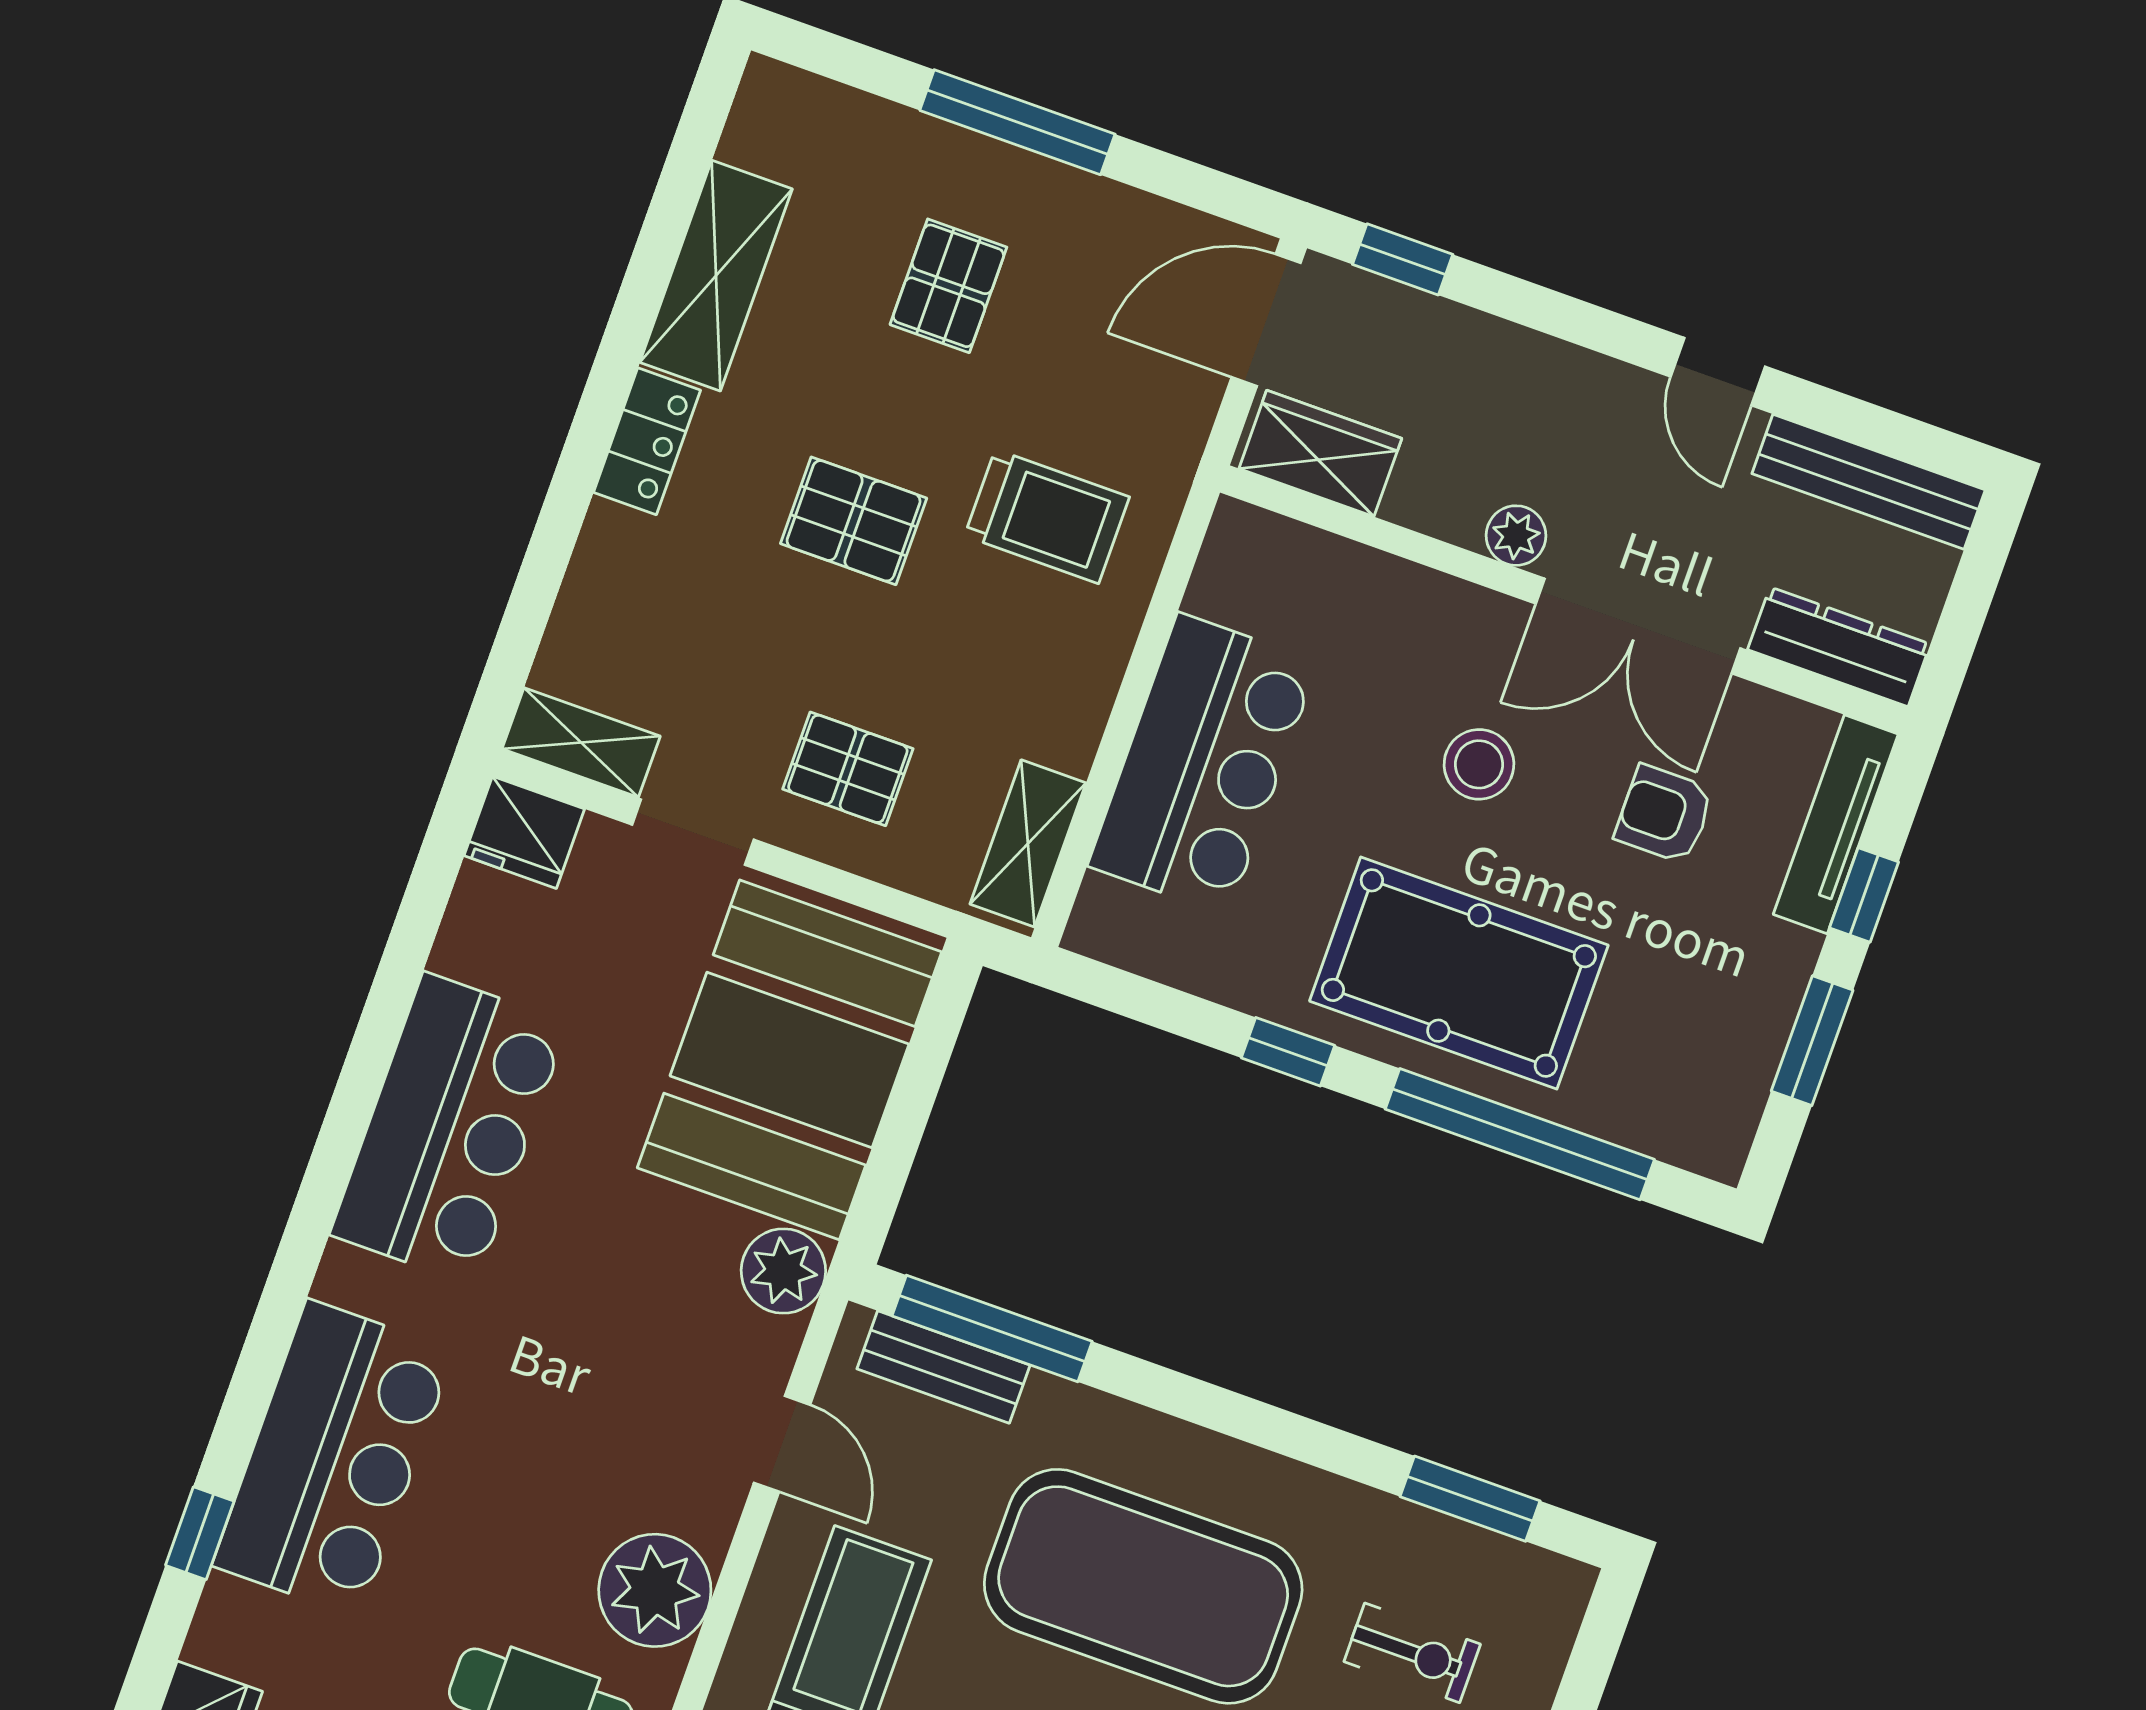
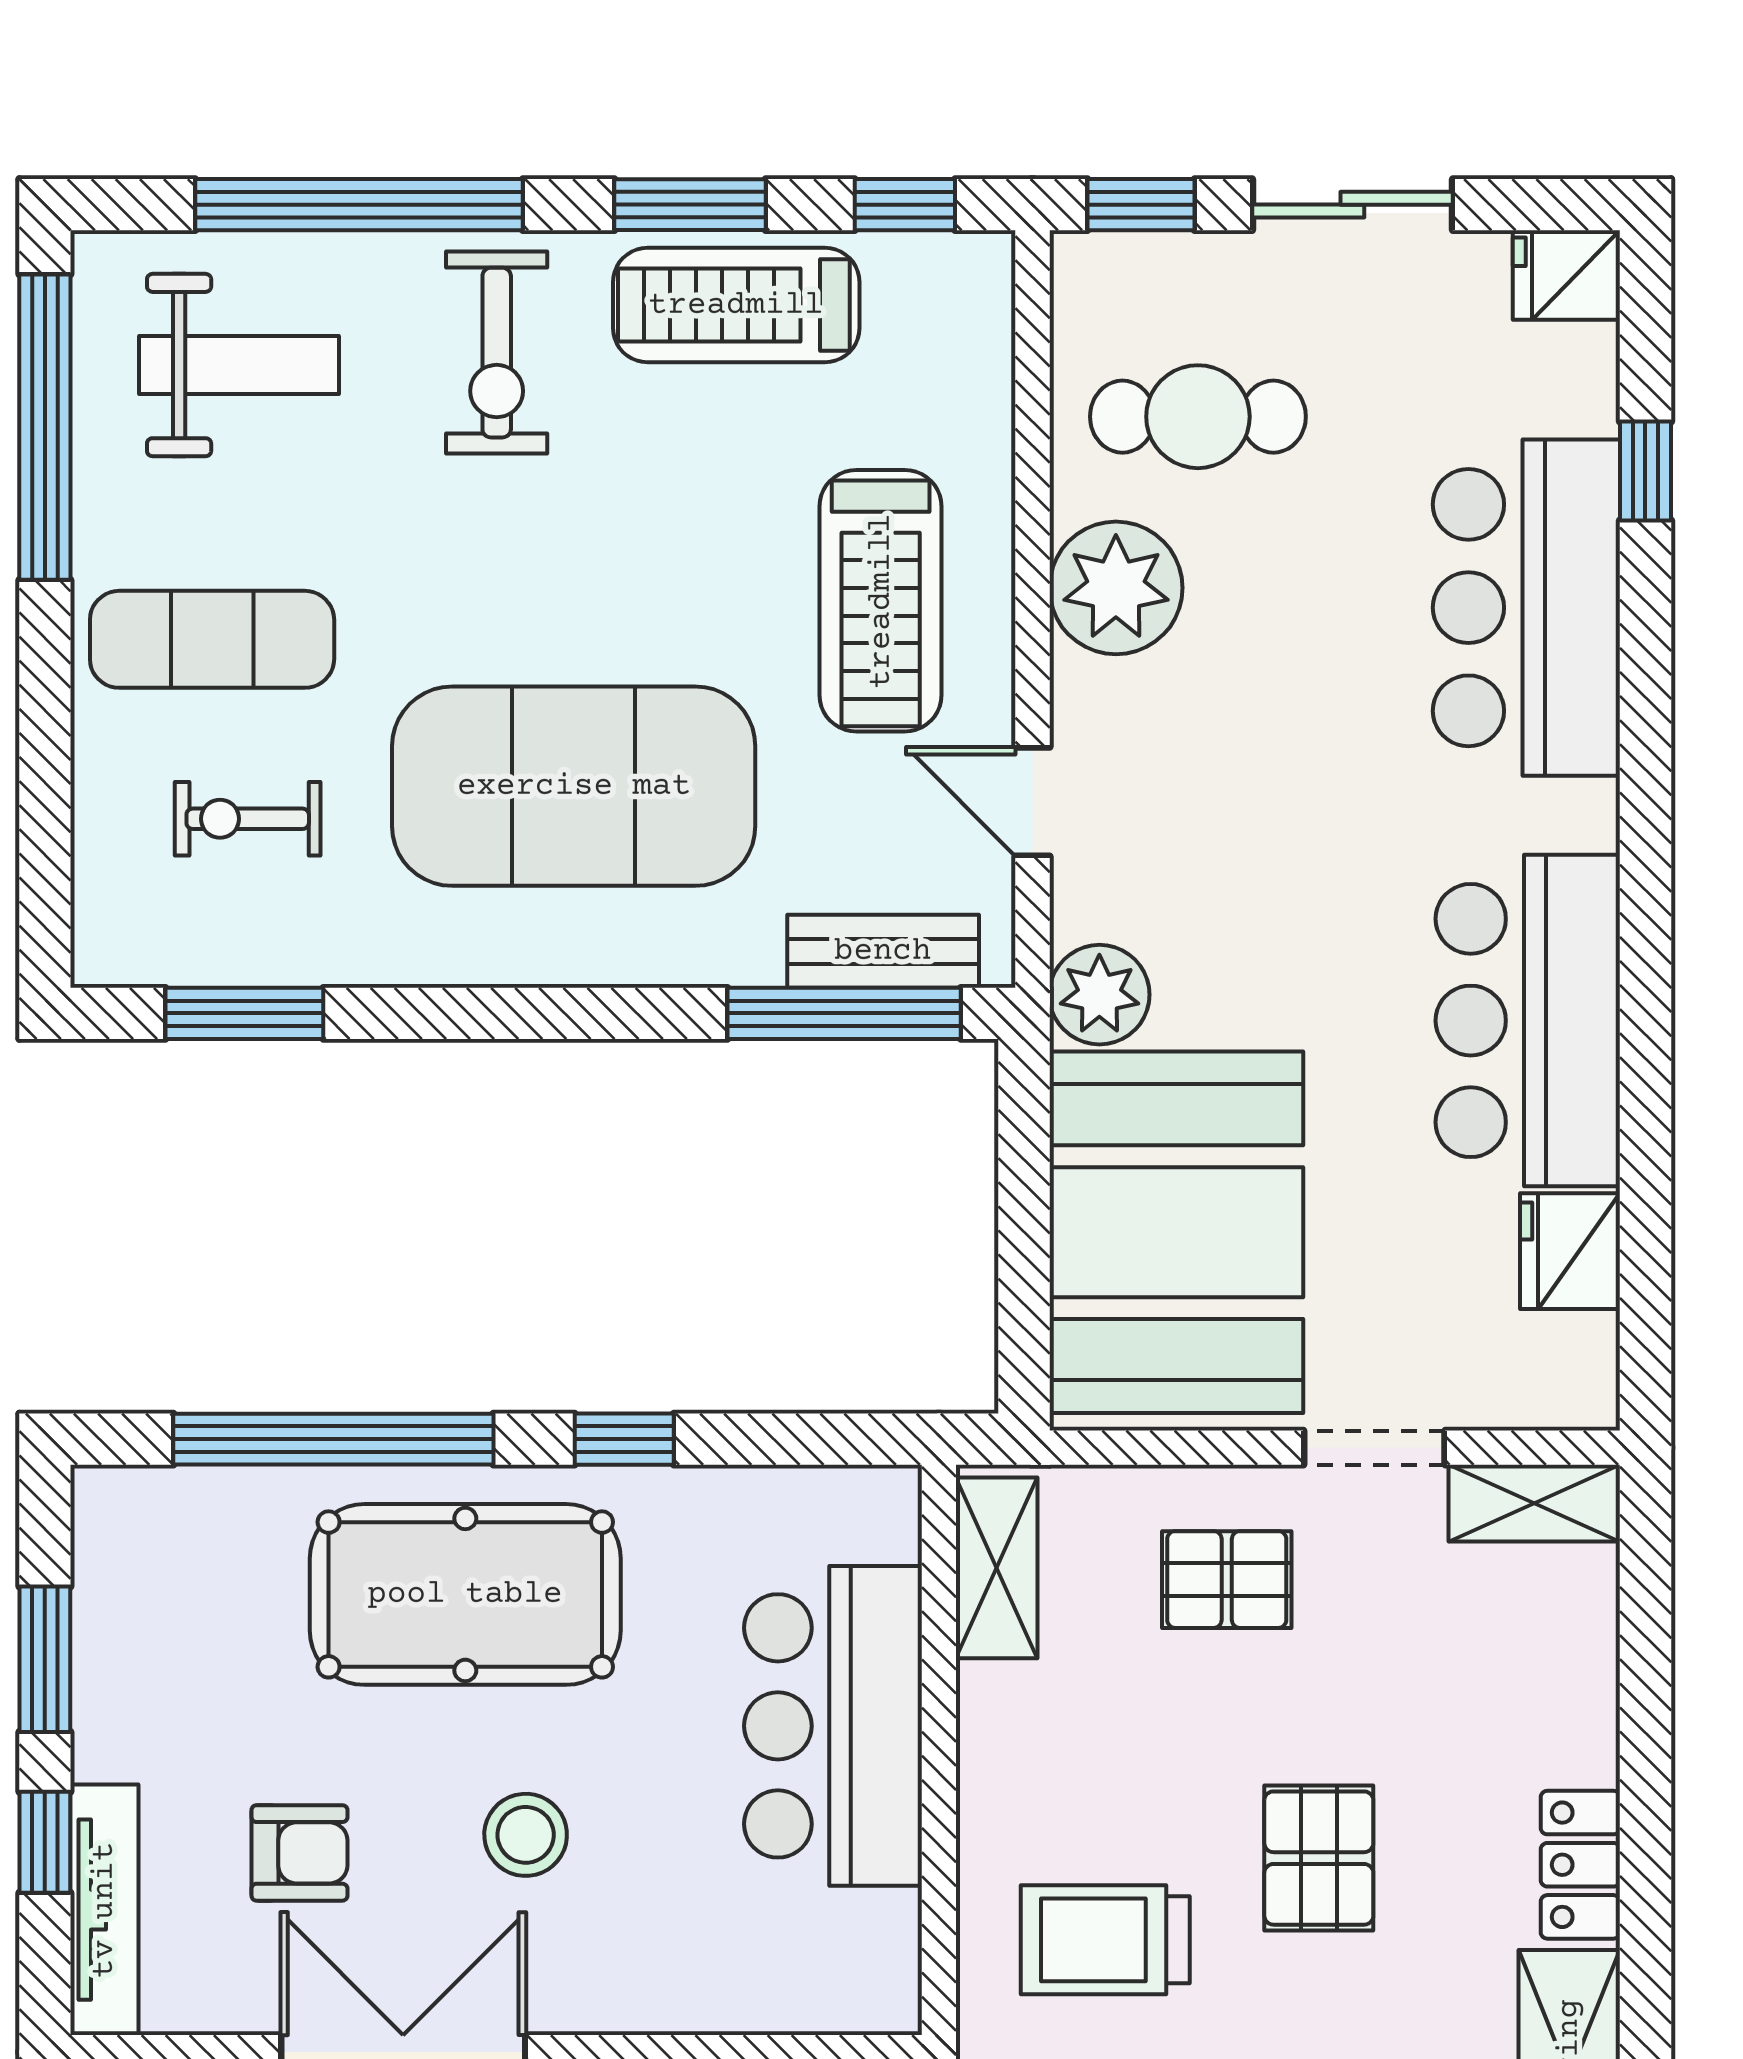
pallet: (854, 521) -> (1319, 1858), turned 90
fridge: (524, 832) -> (1570, 1251), moved, turned -90

